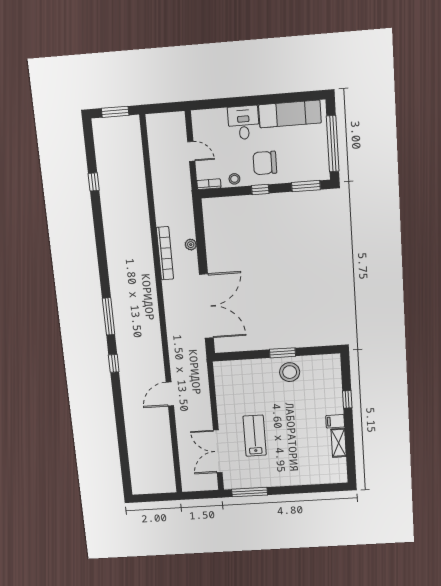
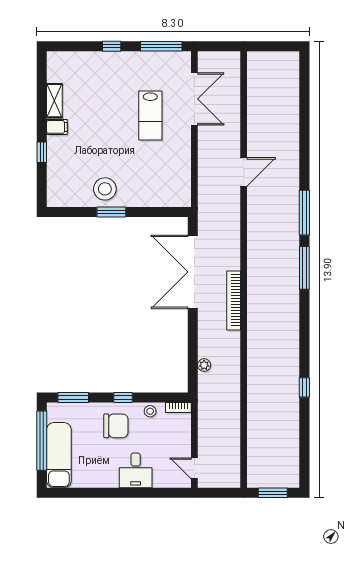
exam couch: (290, 114) -> (59, 455), moved, turned 90
door: (191, 151) -> (194, 468), moved
window: (94, 182) -> (304, 387), moved
plant: (191, 245) -> (204, 365), moved
bookcase: (165, 253) -> (234, 300), moved
window: (114, 363) -> (304, 213), width x2.17
window: (292, 490) -> (112, 46), added

